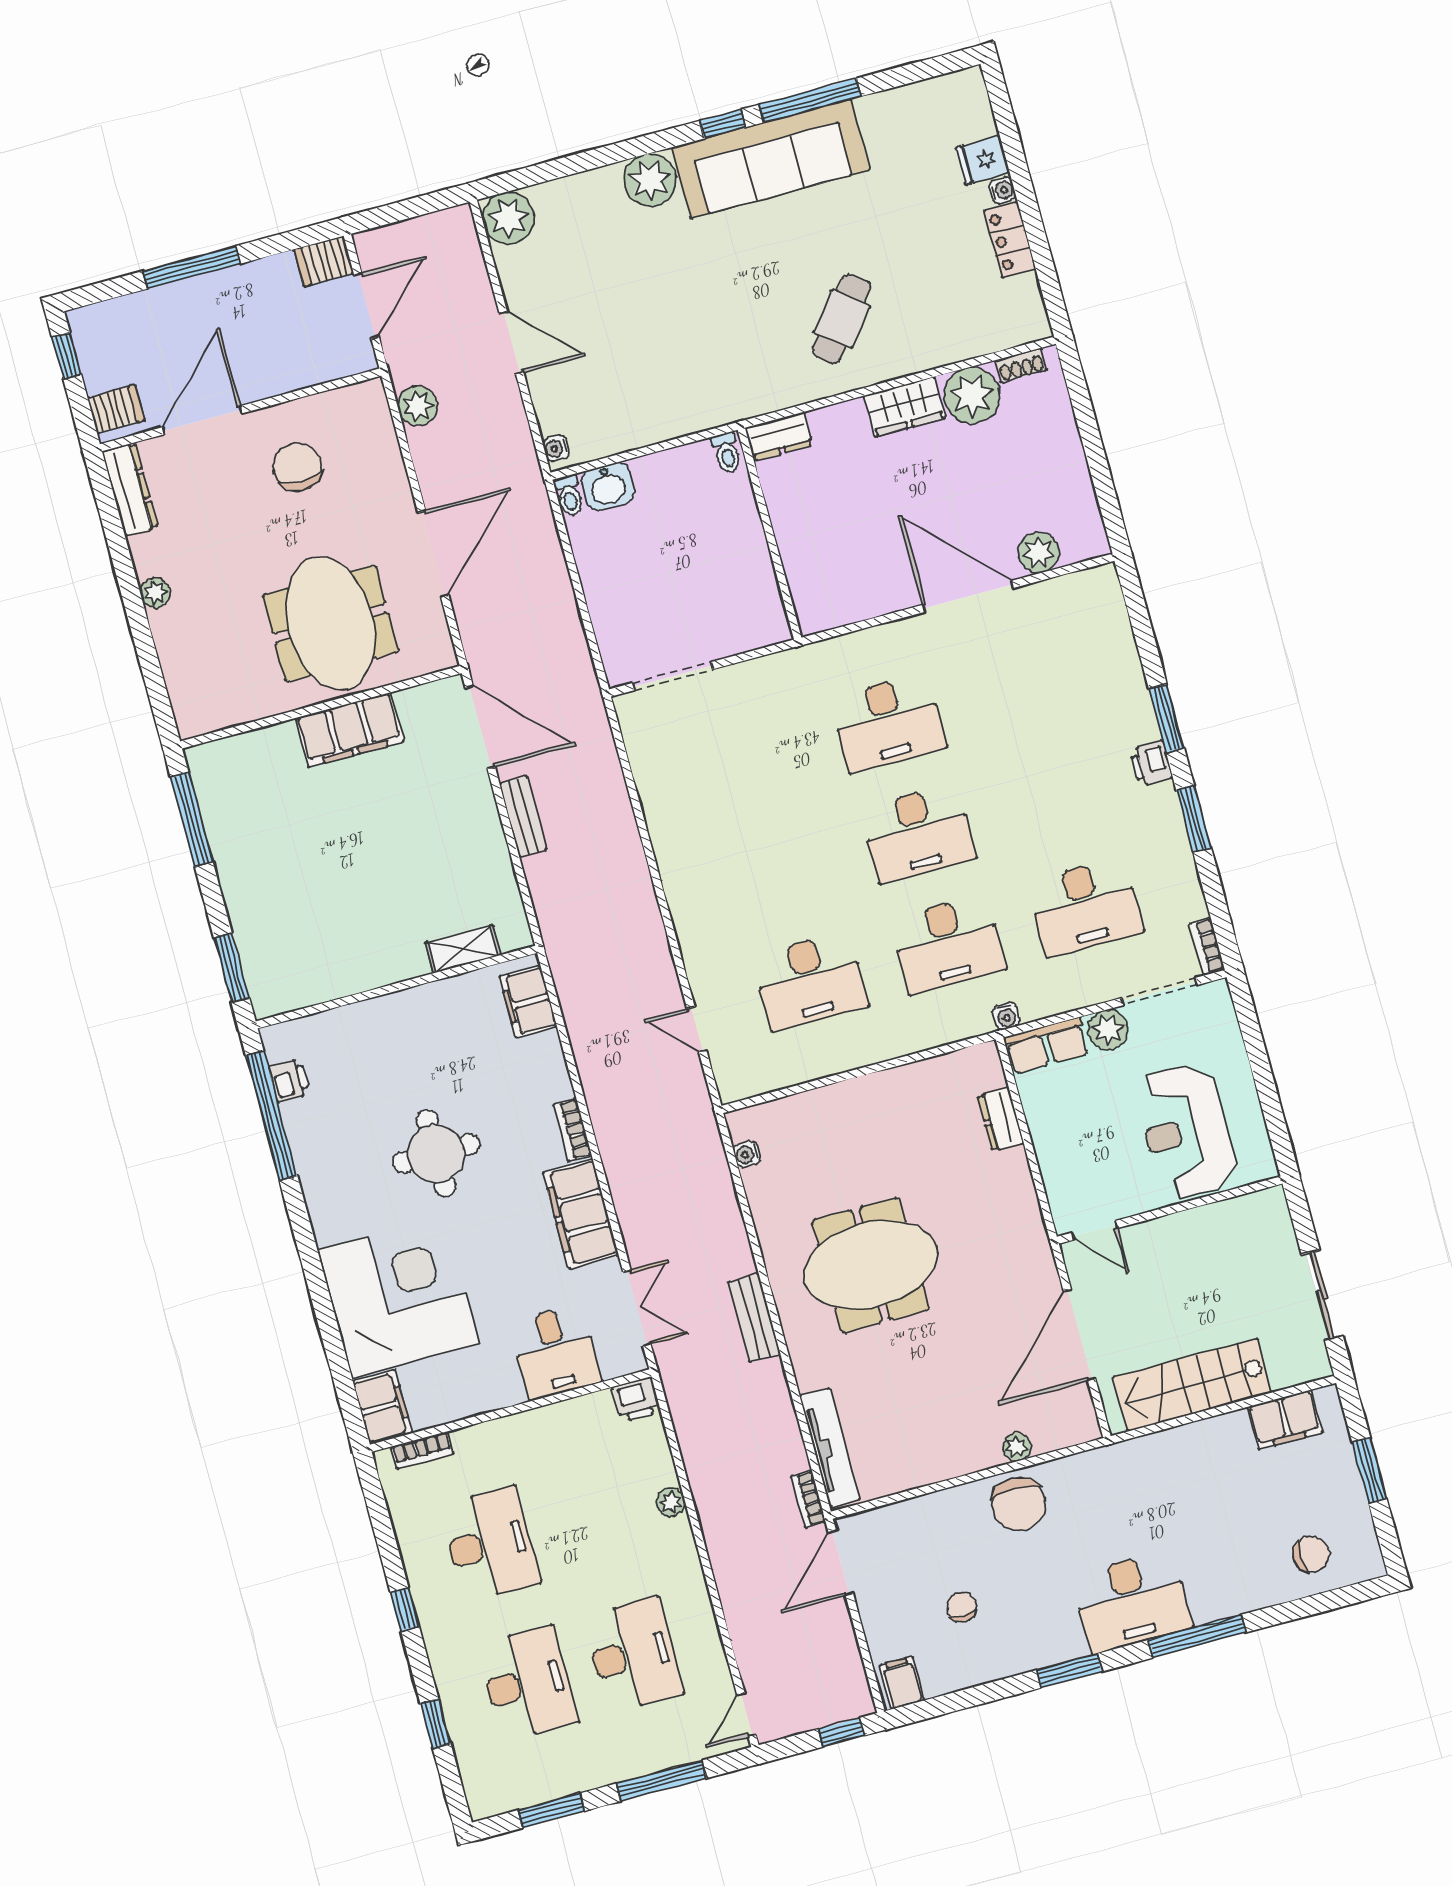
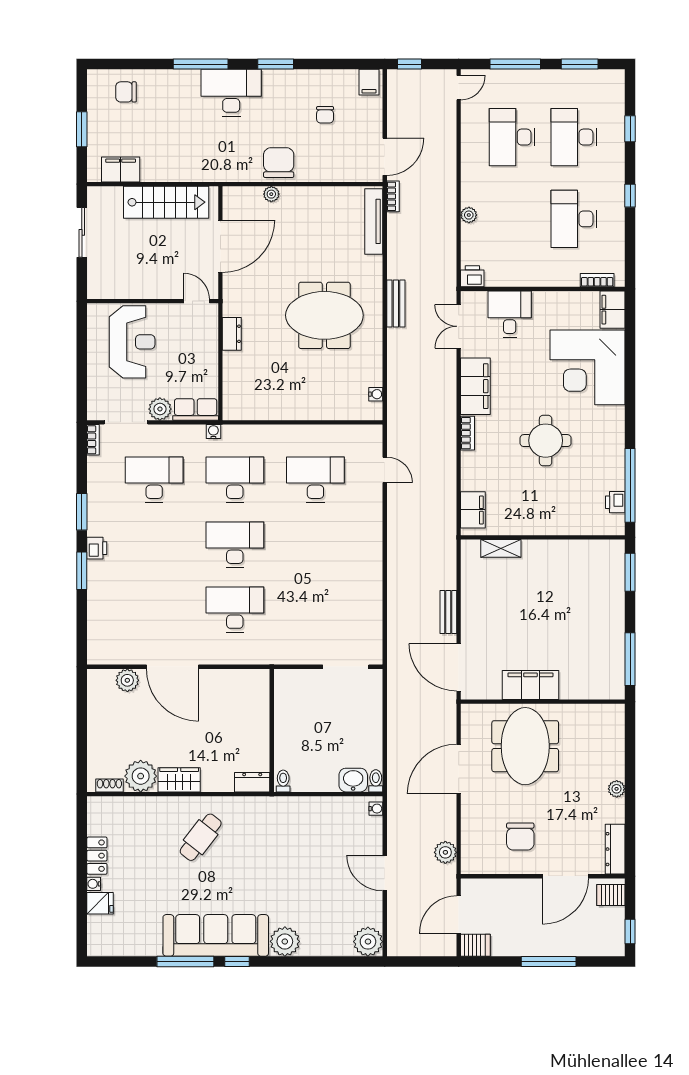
dresser: (1001, 1119) -> (232, 334), moved

